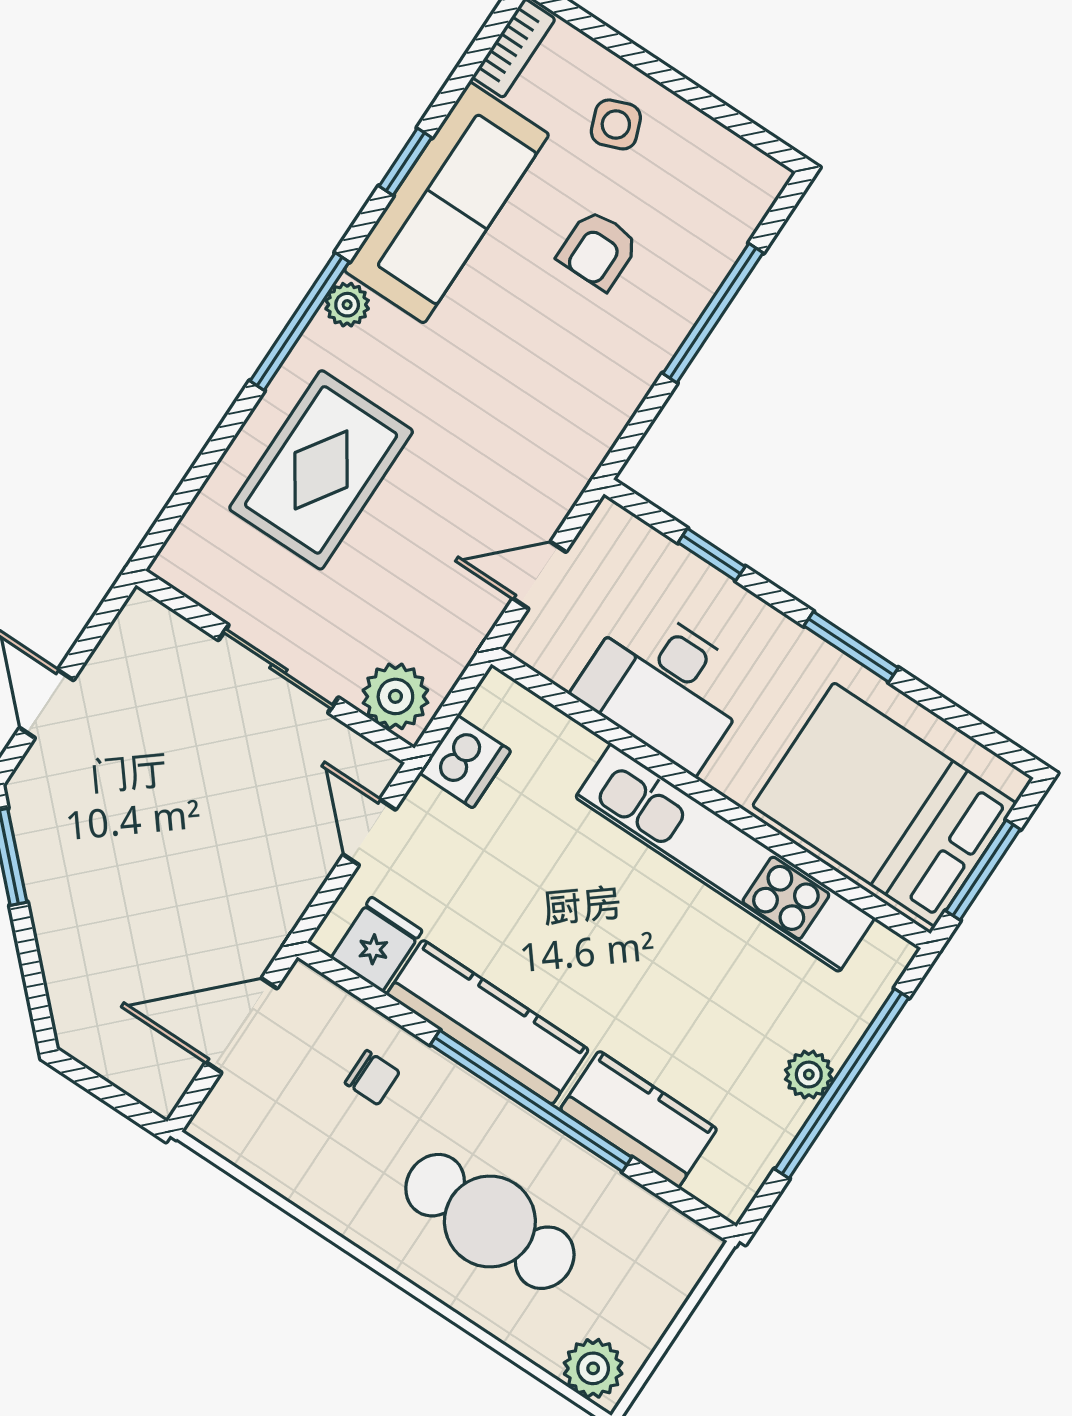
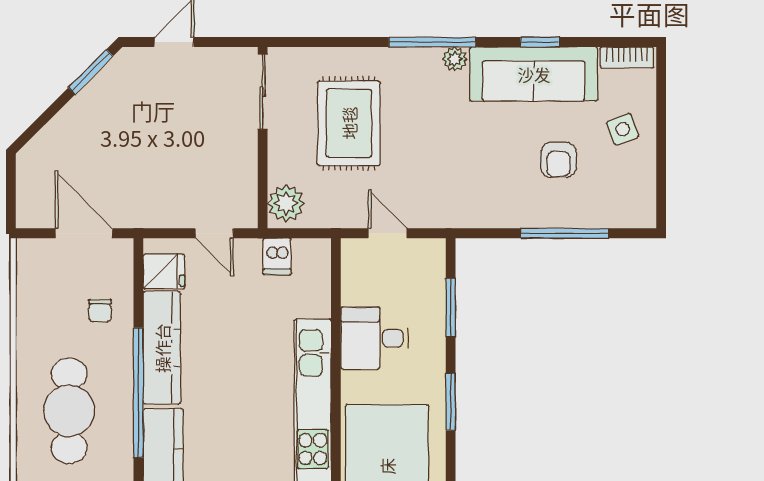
armchair: (598, 250) -> (558, 160), turned -90
rug: (321, 470) -> (349, 123), moved, turned 90
window: (712, 555) -> (451, 308), width x1.50
sliding door: (278, 669) -> (263, 92), moved
desk: (665, 686) -> (374, 338), width x0.73
dishwasher: (465, 762) -> (277, 256), width x0.73
door: (369, 832) -> (214, 233), swing flipped

